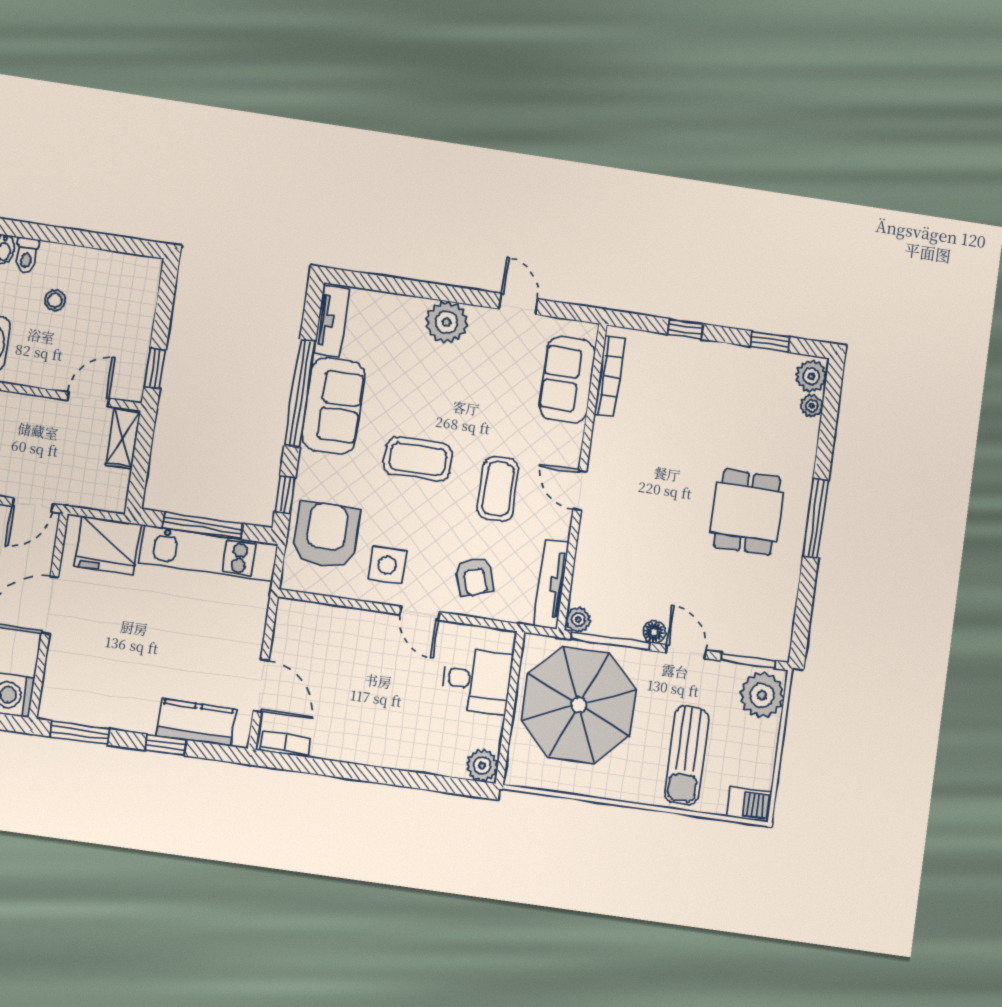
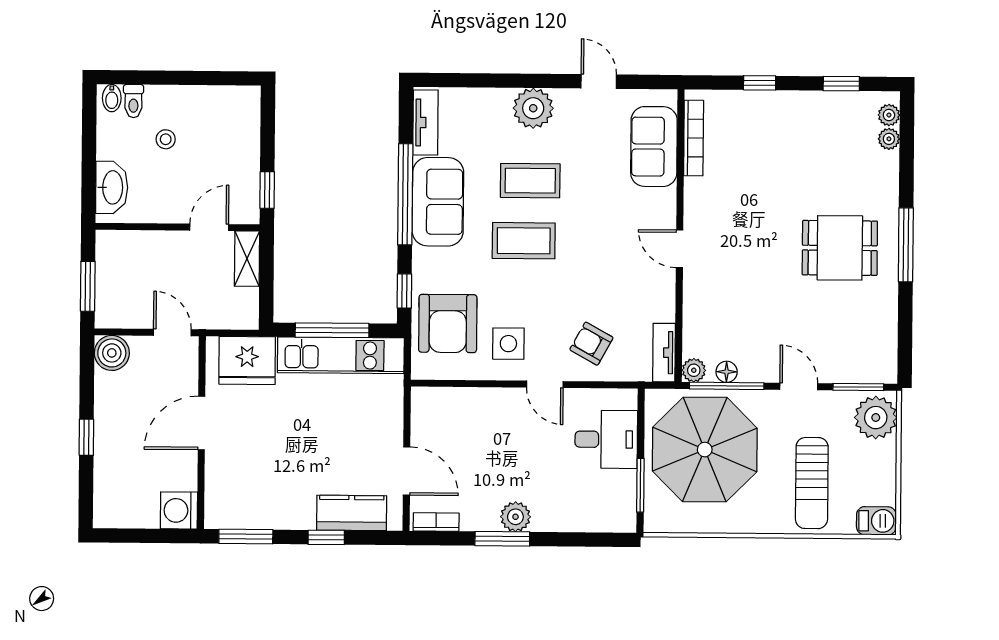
plant: (811, 376) -> (889, 115), width x0.73, depth x0.73
coffee table: (498, 489) -> (530, 181), moved, turned 90
door: (32, 505) -> (172, 333), swing flipped
dining table: (747, 512) -> (840, 248), turned 90
armchair: (326, 535) -> (448, 323), turned 180
armchair: (475, 577) -> (591, 344), turned 137
tv unit: (551, 584) -> (664, 353), width x0.71
floor lamp: (654, 632) -> (727, 372), moved
window: (506, 734) -> (640, 485), added
plant: (482, 766) -> (515, 517), moved
window: (353, 771) -> (502, 539), added

